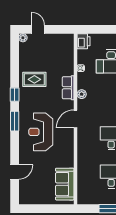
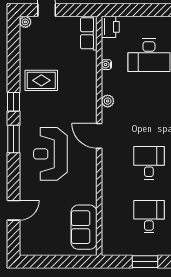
row of seats: (68, 88) -> (89, 33), moved
door: (76, 119) -> (99, 136), hinge flipped

